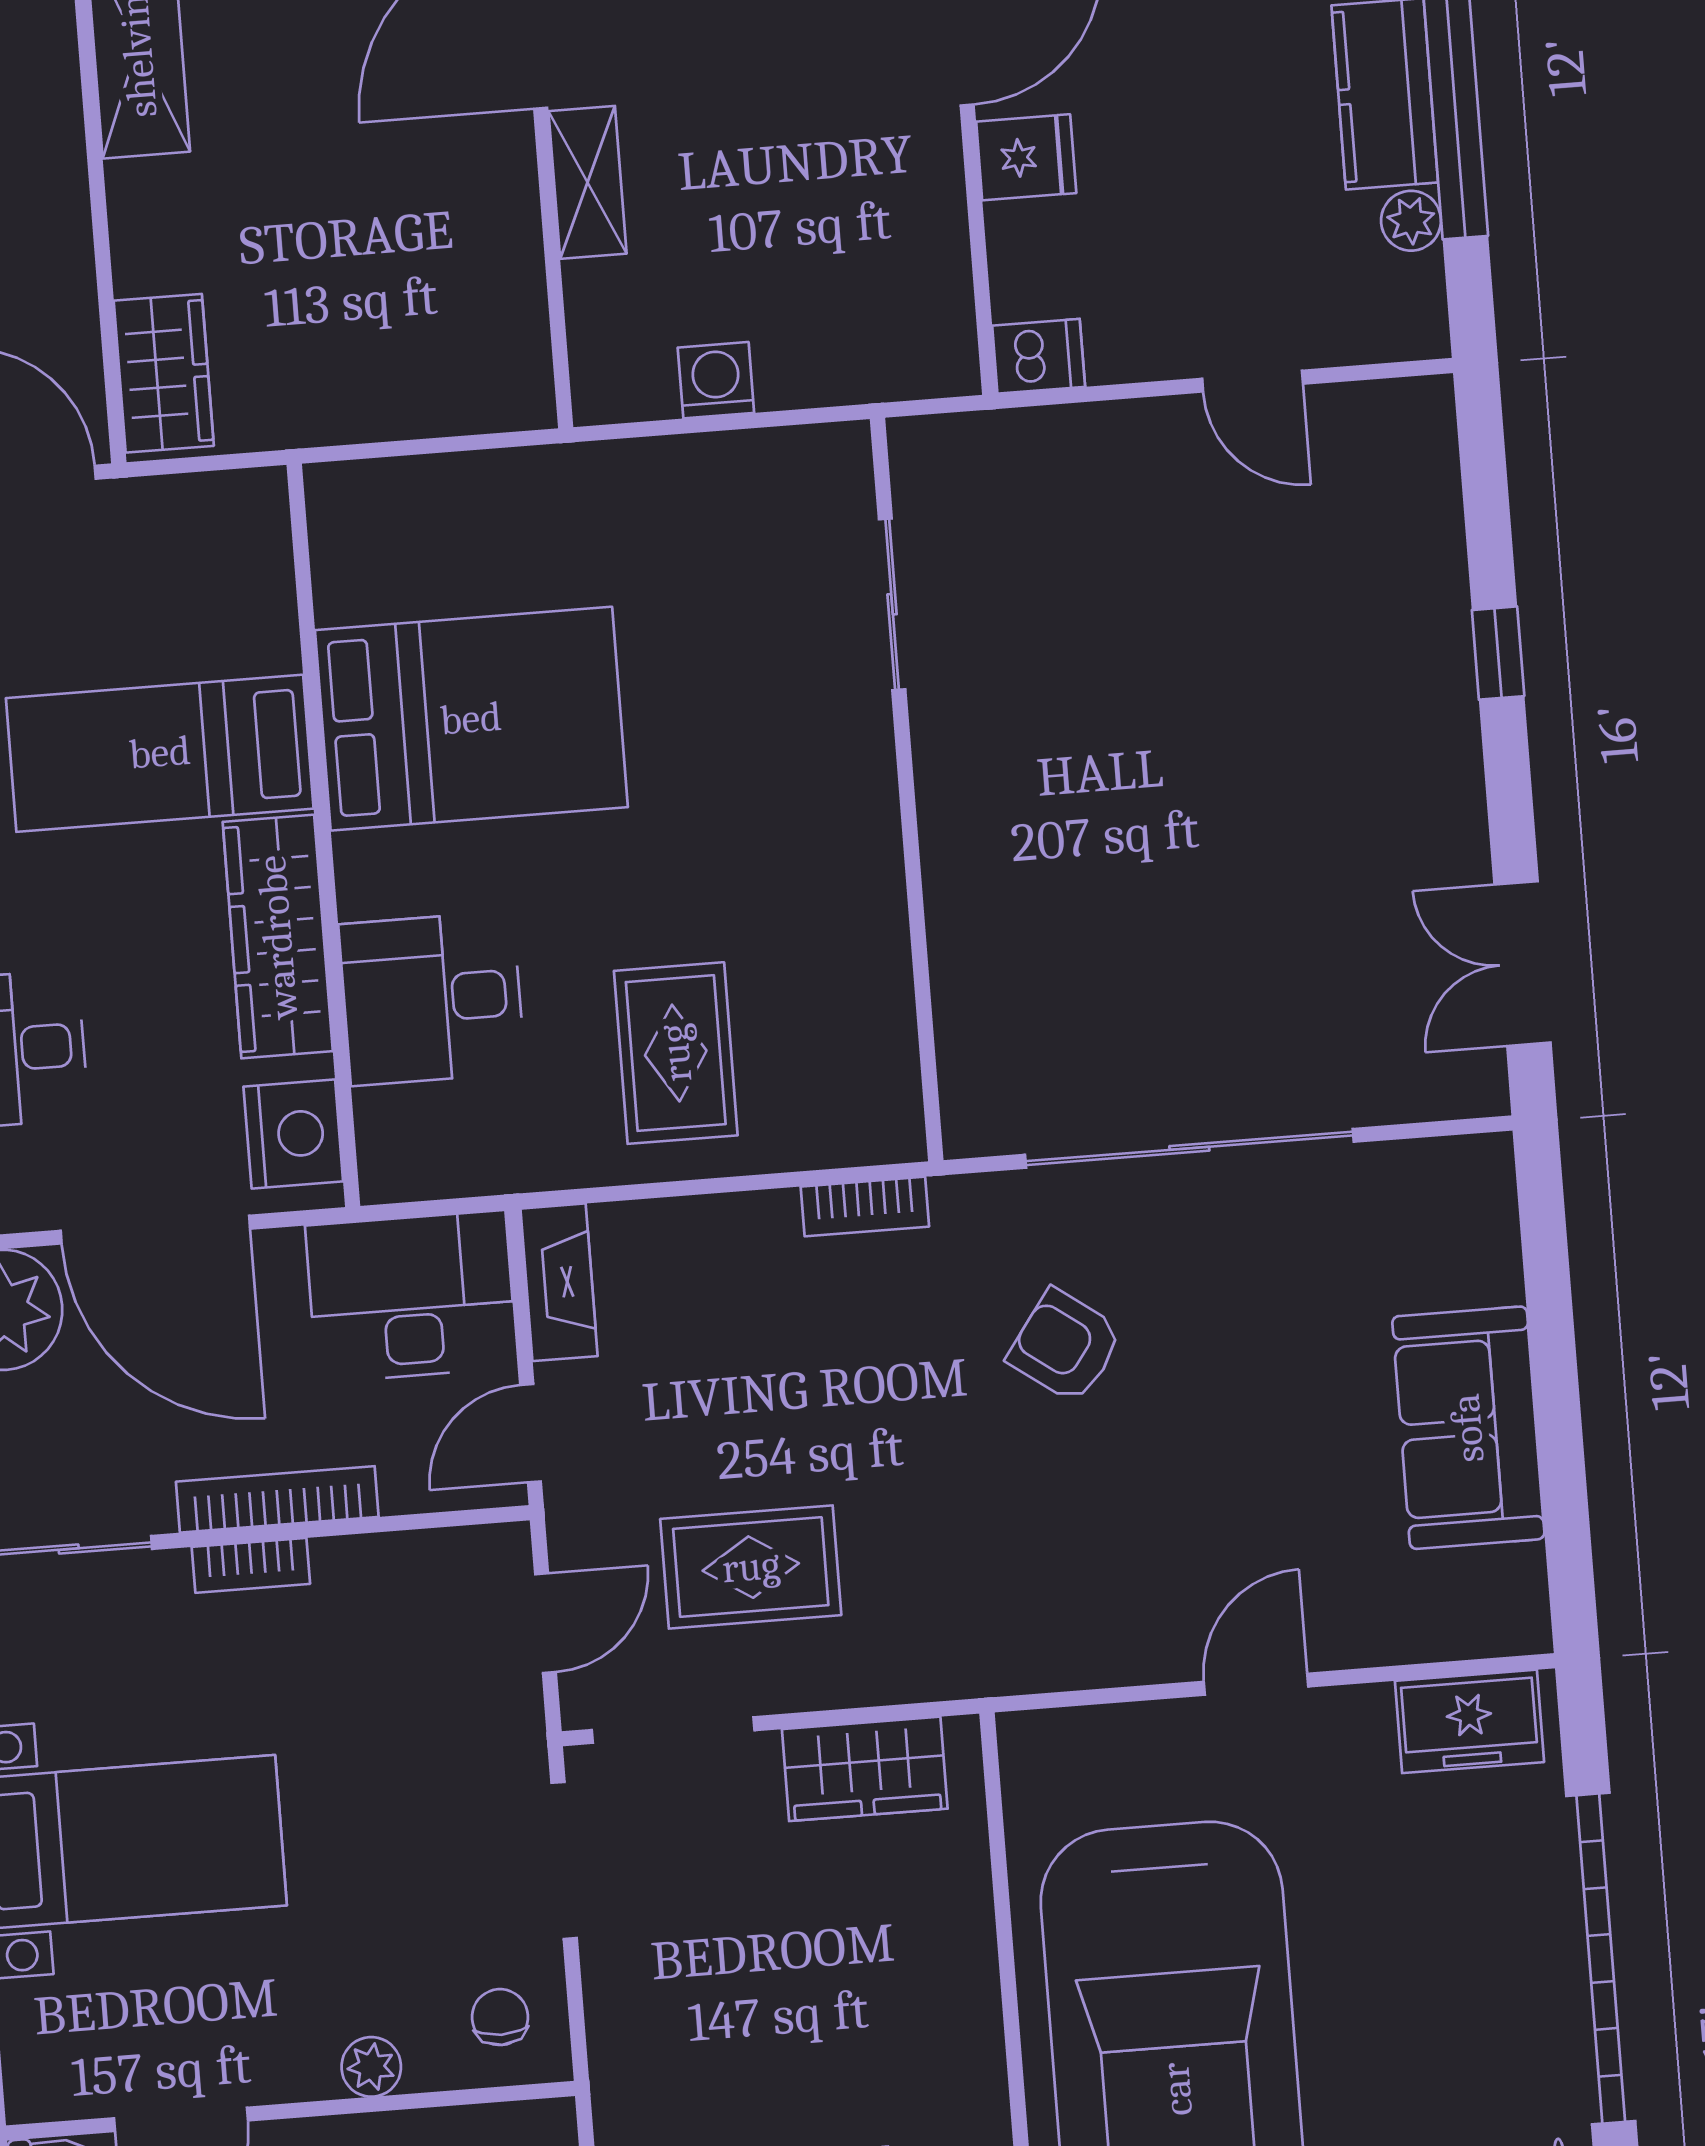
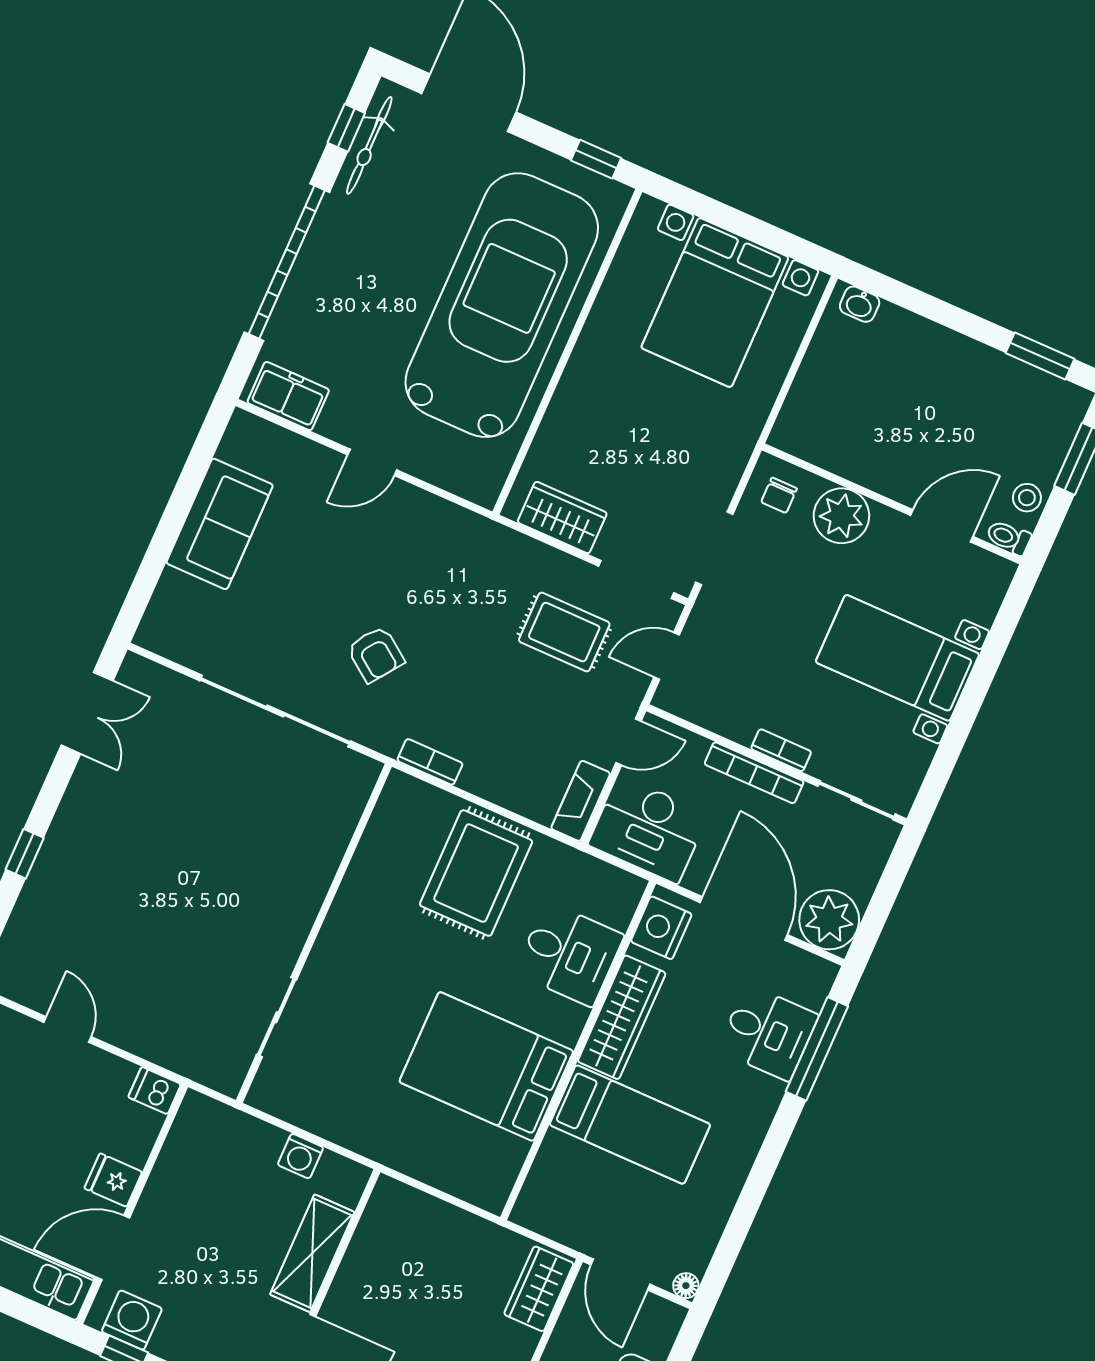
shelving: (588, 182) -> (312, 1253), width x1.50, depth x1.33
rug: (676, 1053) -> (476, 873), width x1.36, depth x1.43
plant: (371, 2067) -> (841, 516), width x1.88, depth x1.88

